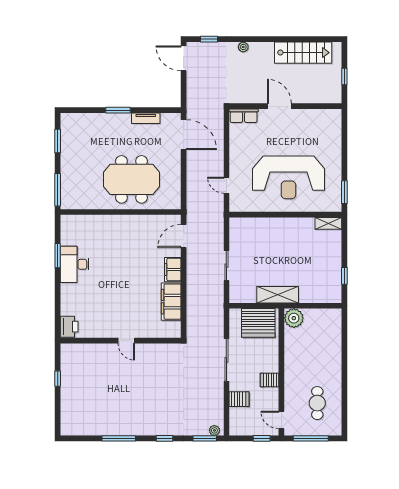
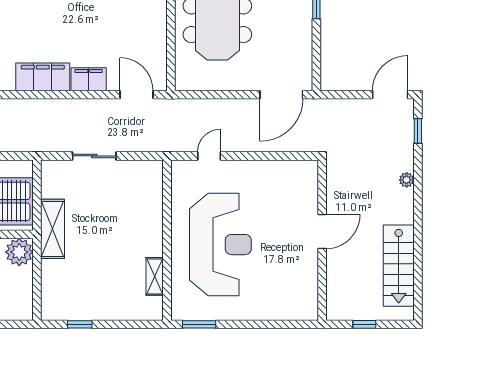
row of seats: (244, 116) -> (308, 180), removed
tv unit: (146, 118) -> (305, 41), removed
reception desk: (288, 177) -> (220, 245), turned 180
shelving: (328, 223) -> (155, 276), moved

